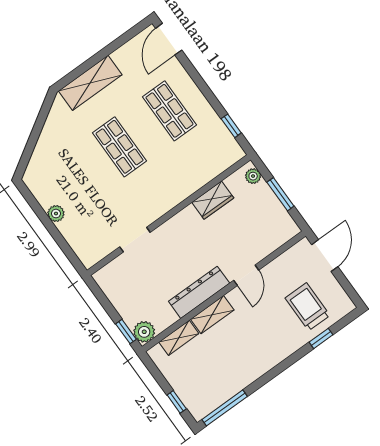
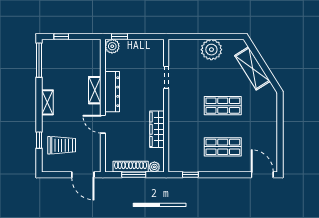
shelving: (90, 83) -> (252, 68), moved, turned -32
wardrobe: (213, 200) -> (157, 129), width x1.50
shoe rack: (273, 205) -> (131, 167), added
plant: (56, 214) -> (211, 50), width x1.88, depth x1.88
shelving: (179, 338) -> (47, 102), moved

